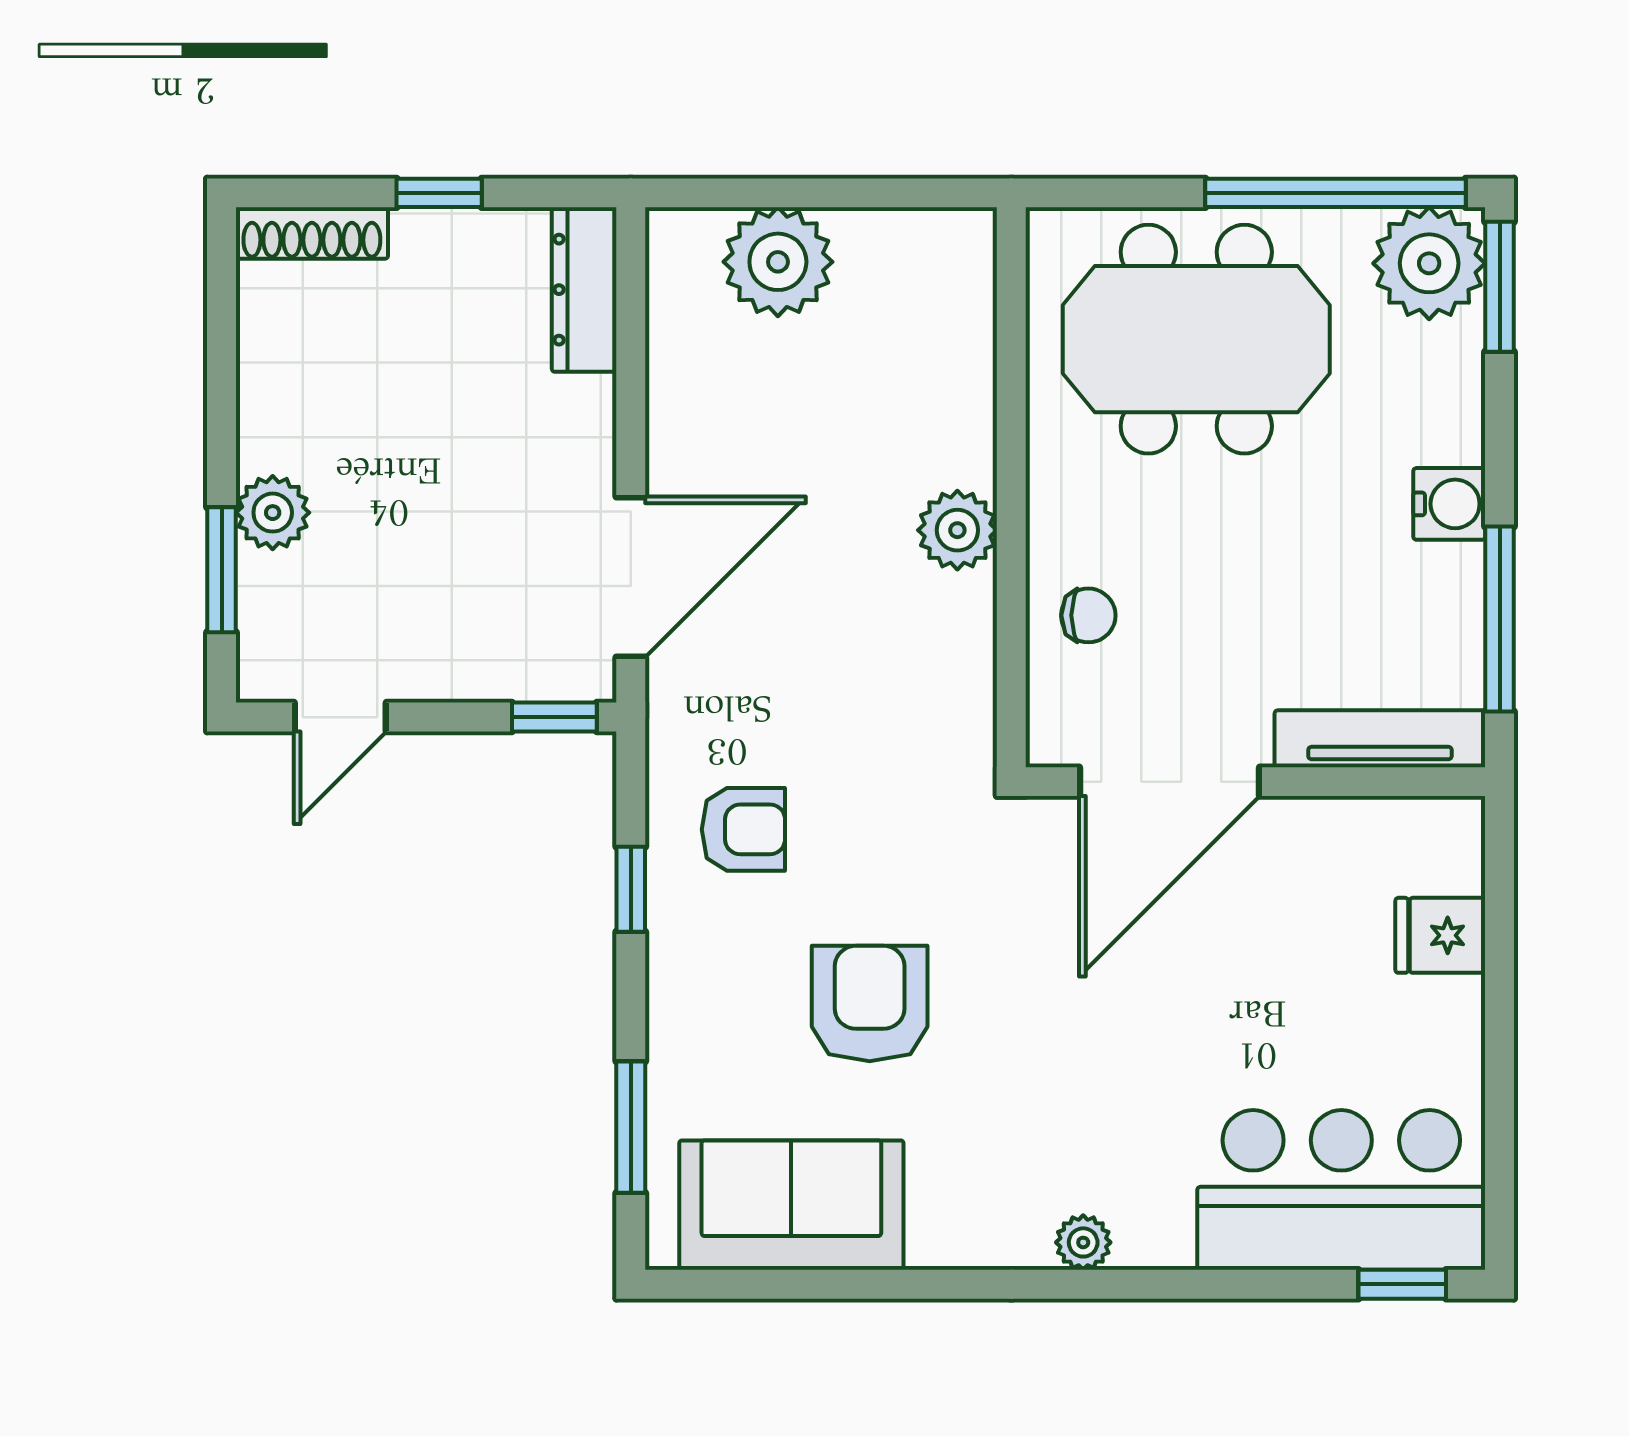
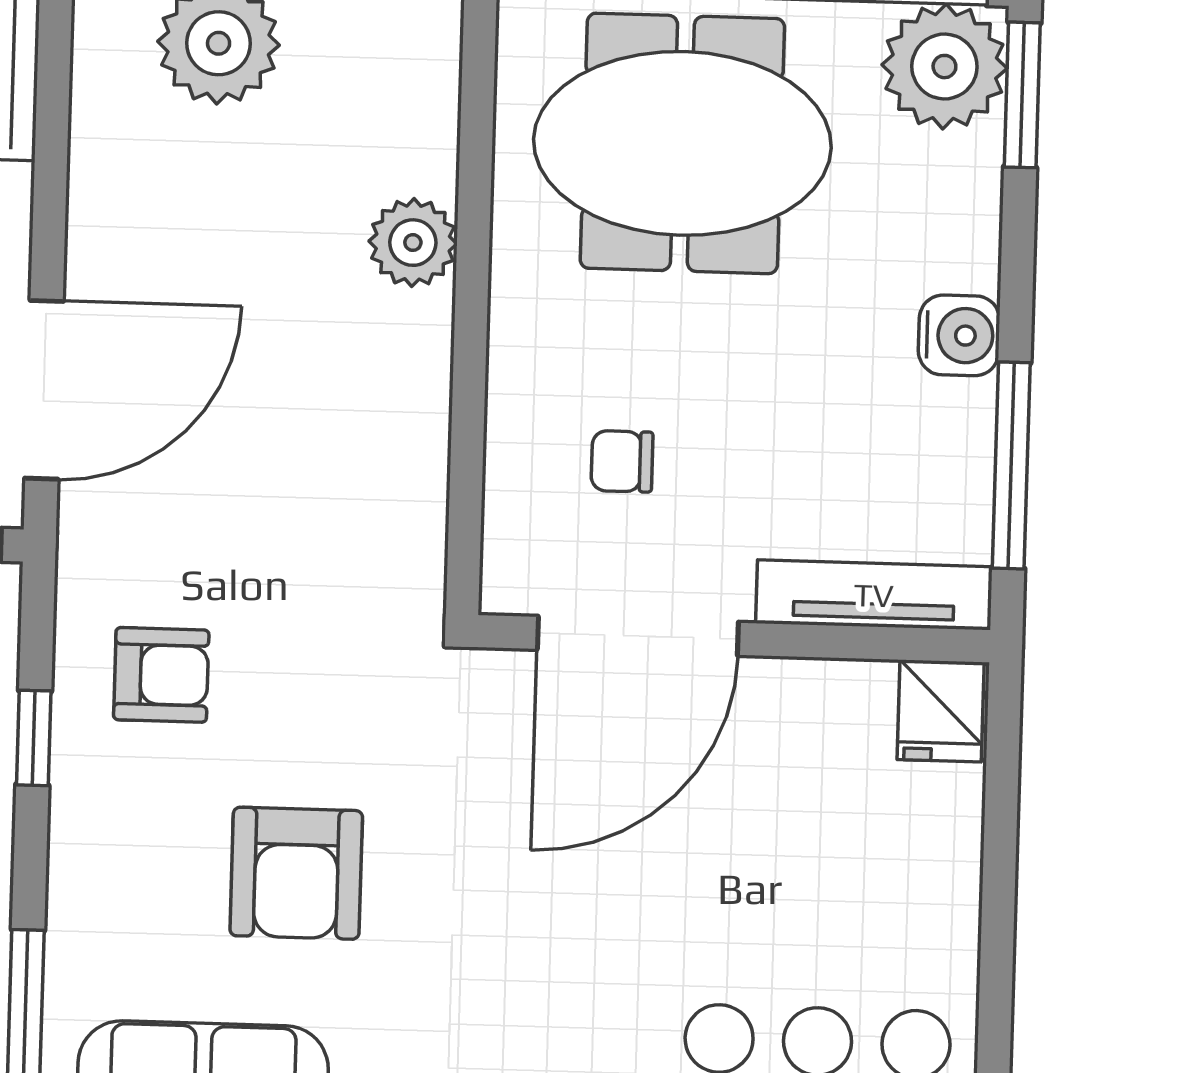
plant: (957, 530) -> (413, 243), moved
chair: (1088, 615) -> (622, 461), moved, turned 180
fridge: (1440, 935) -> (941, 711), moved, turned -90
armchair: (870, 1003) -> (296, 873), turned 180

